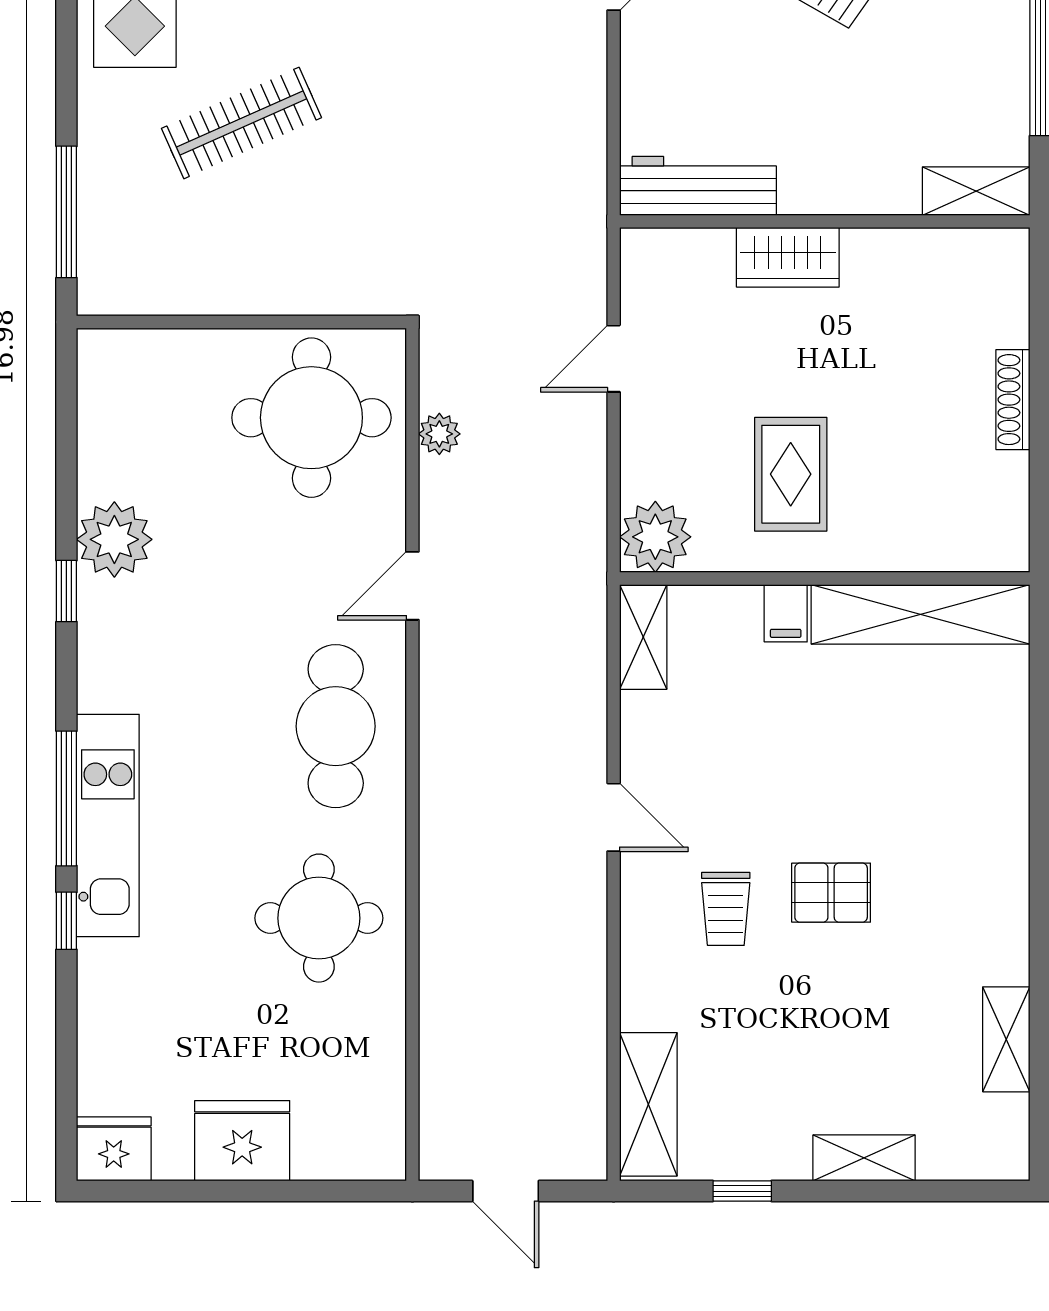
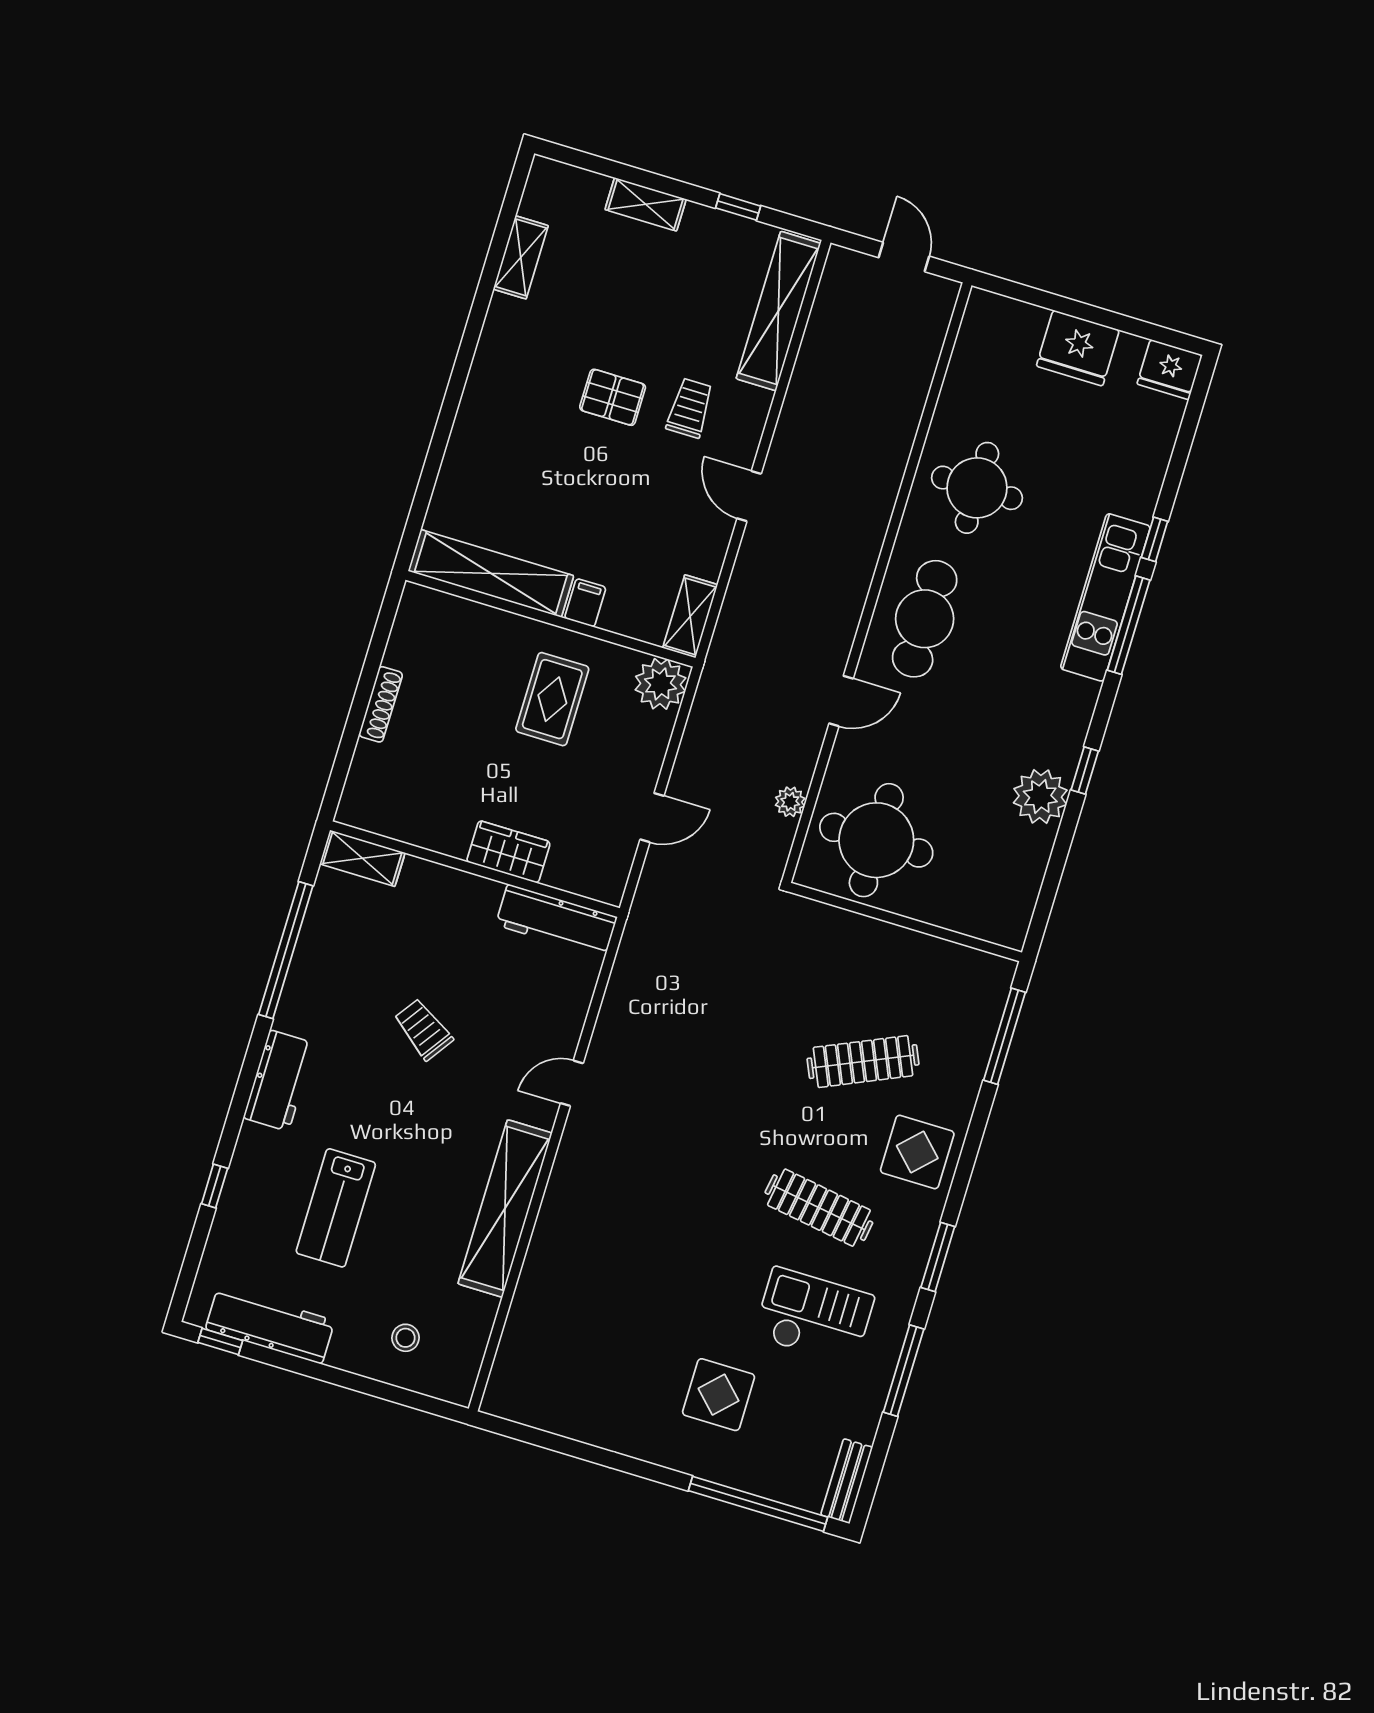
shelving: (648, 1104) -> (778, 311), width x1.47

